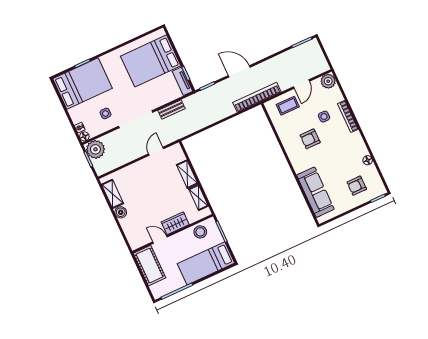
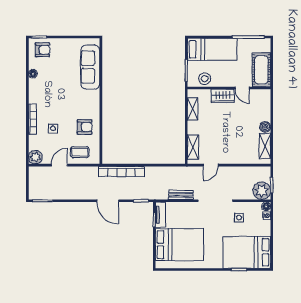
bookcase: (257, 97) -> (121, 171), moved
armchair: (310, 139) -> (85, 127), moved
shelving: (187, 174) -> (193, 147), moved
armchair: (357, 186) -> (43, 50), moved

